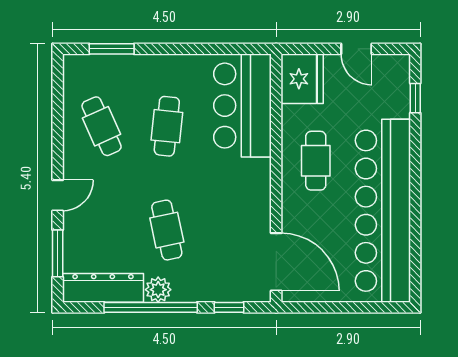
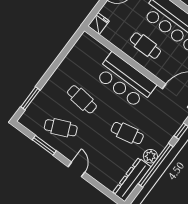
fridge: (302, 79) -> (98, 23), width x0.53, depth x0.75
bar counter: (242, 106) -> (125, 80), moved
window: (58, 253) -> (44, 145), moved

